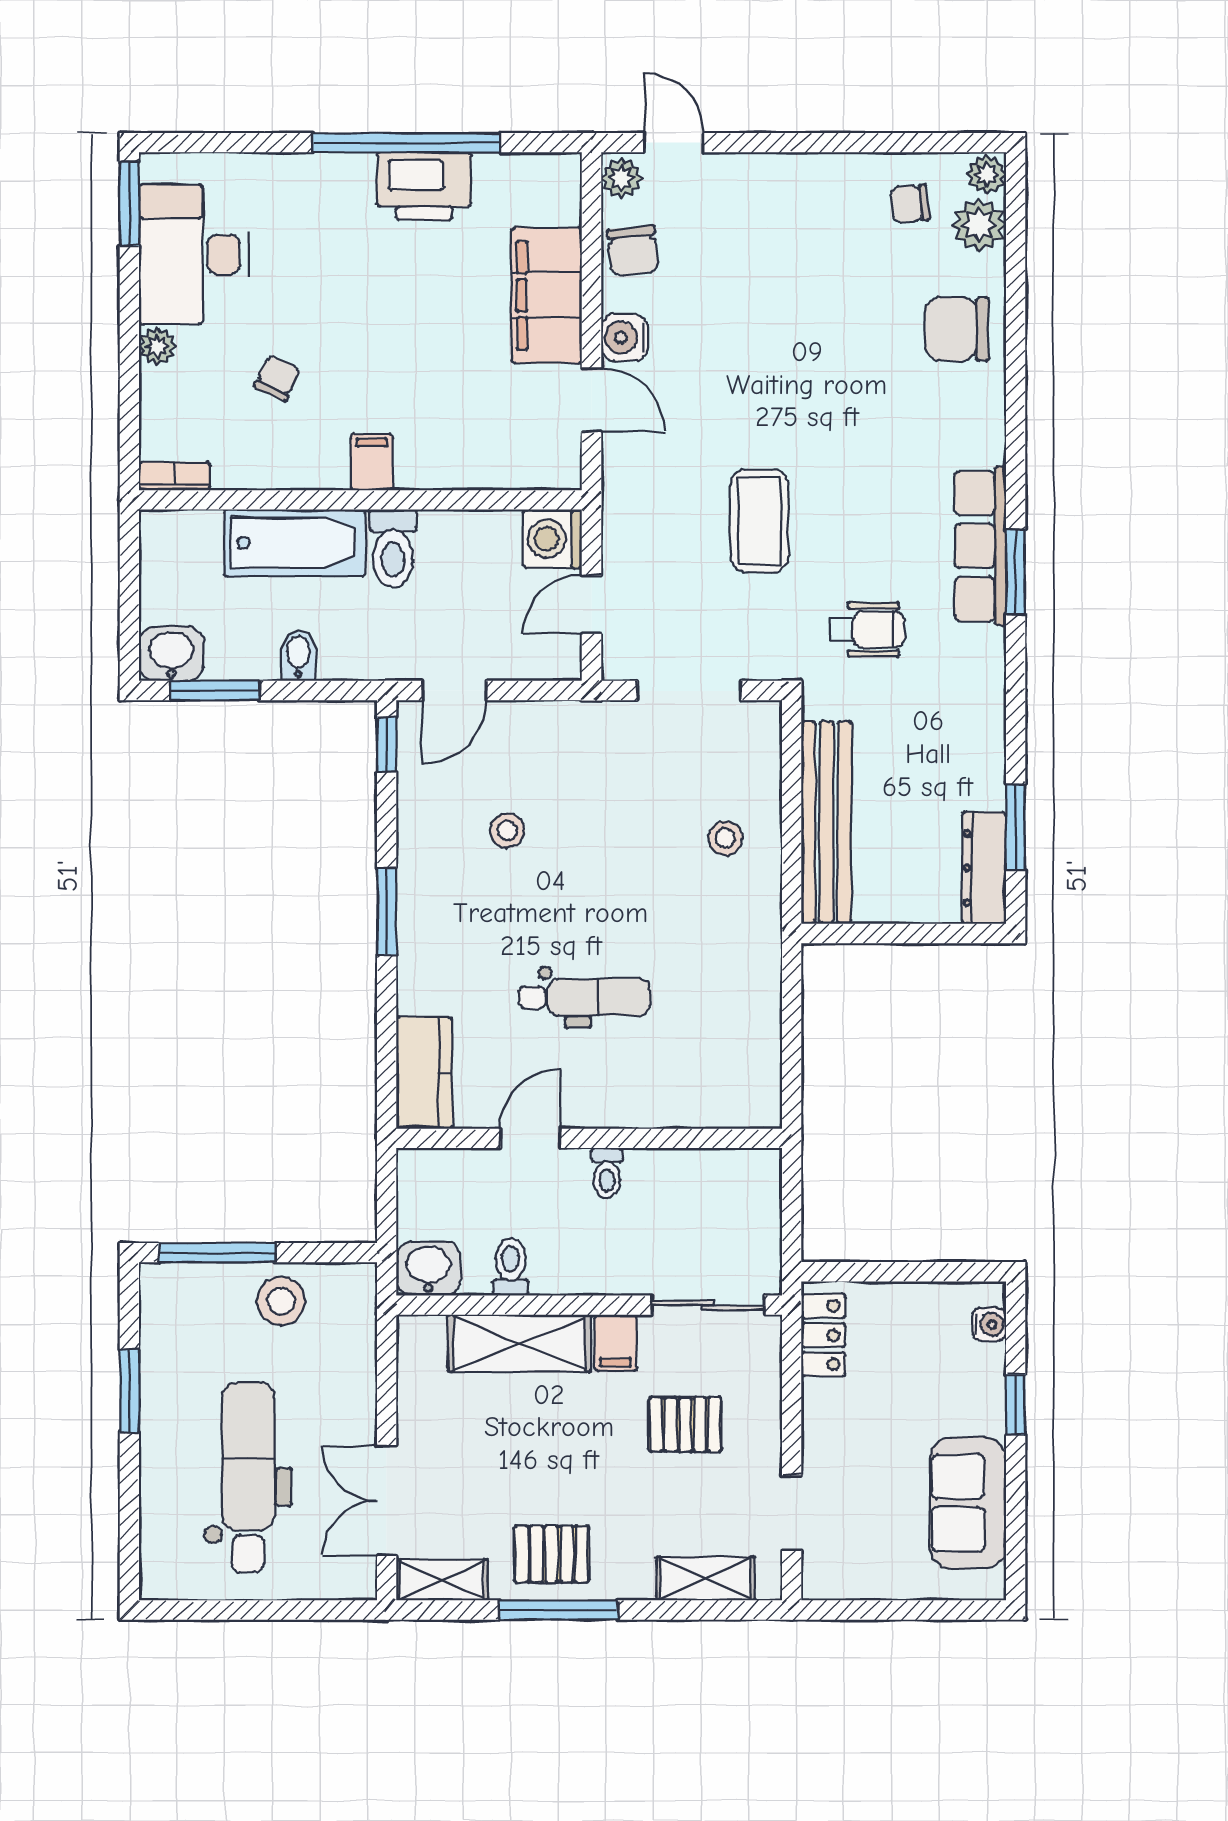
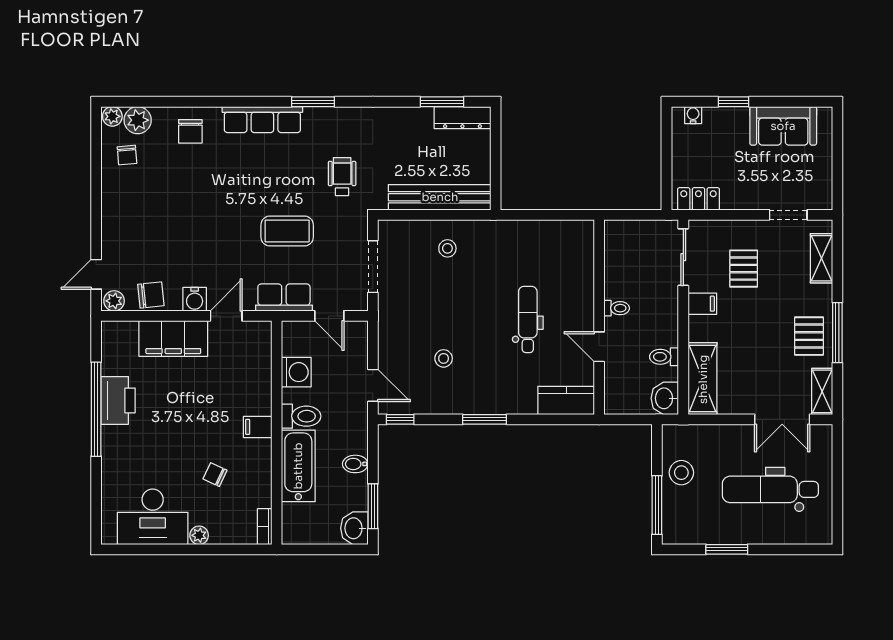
window: (129, 204) -> (127, 549), removed
chair: (957, 329) -> (190, 131), width x0.73, depth x0.73
row of seats: (628, 514) -> (284, 298), added
washing machine: (553, 539) -> (296, 372), moved, turned -90
row of seats: (980, 546) -> (262, 120), moved
shelving: (519, 1343) -> (703, 379), moved

